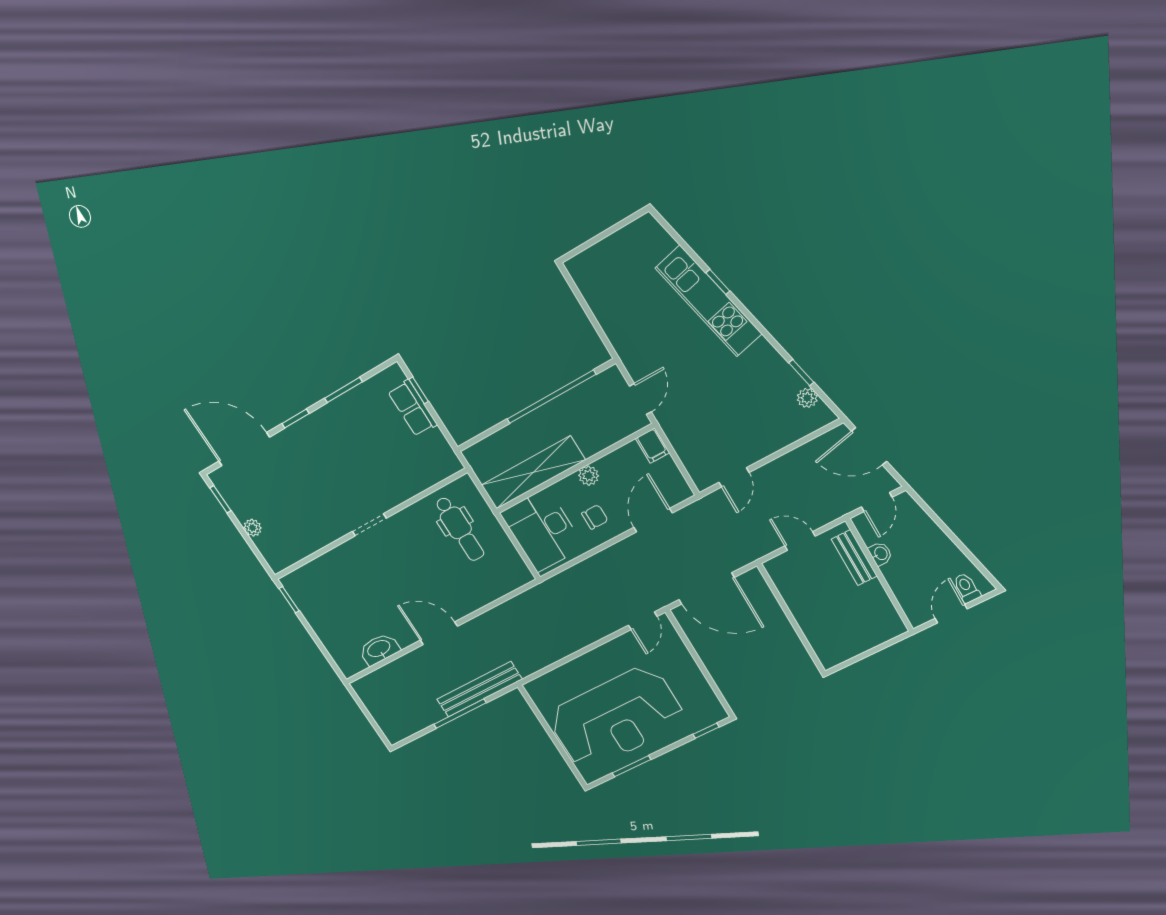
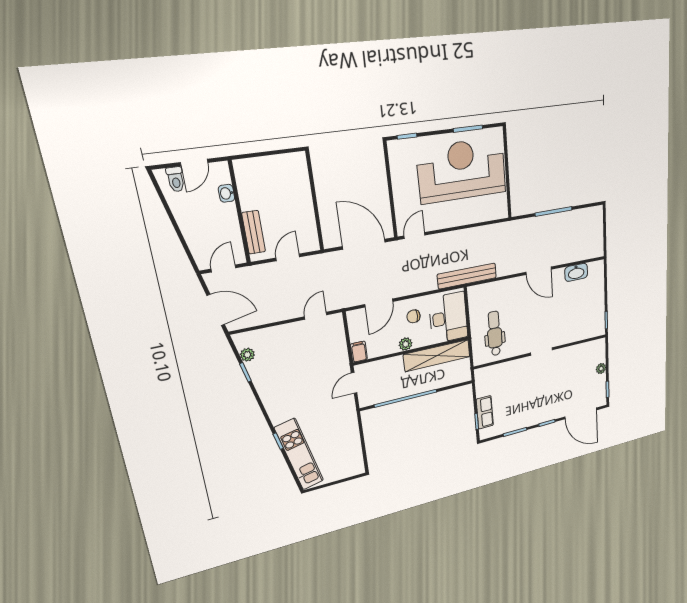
kitchen unit: (709, 301) -> (299, 454), moved
door: (800, 541) -> (288, 257), swing flipped
washbasin: (880, 554) -> (226, 193), moved
bench: (479, 689) -> (467, 276), moved

